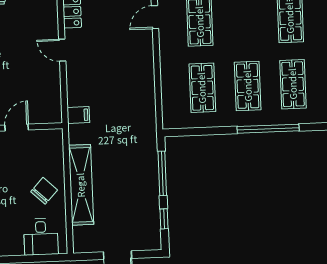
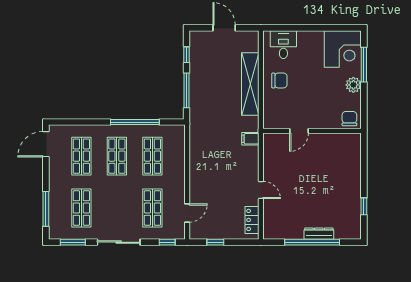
window: (268, 129) -> (135, 122), moved
chair: (44, 191) -> (279, 80), turned -133

